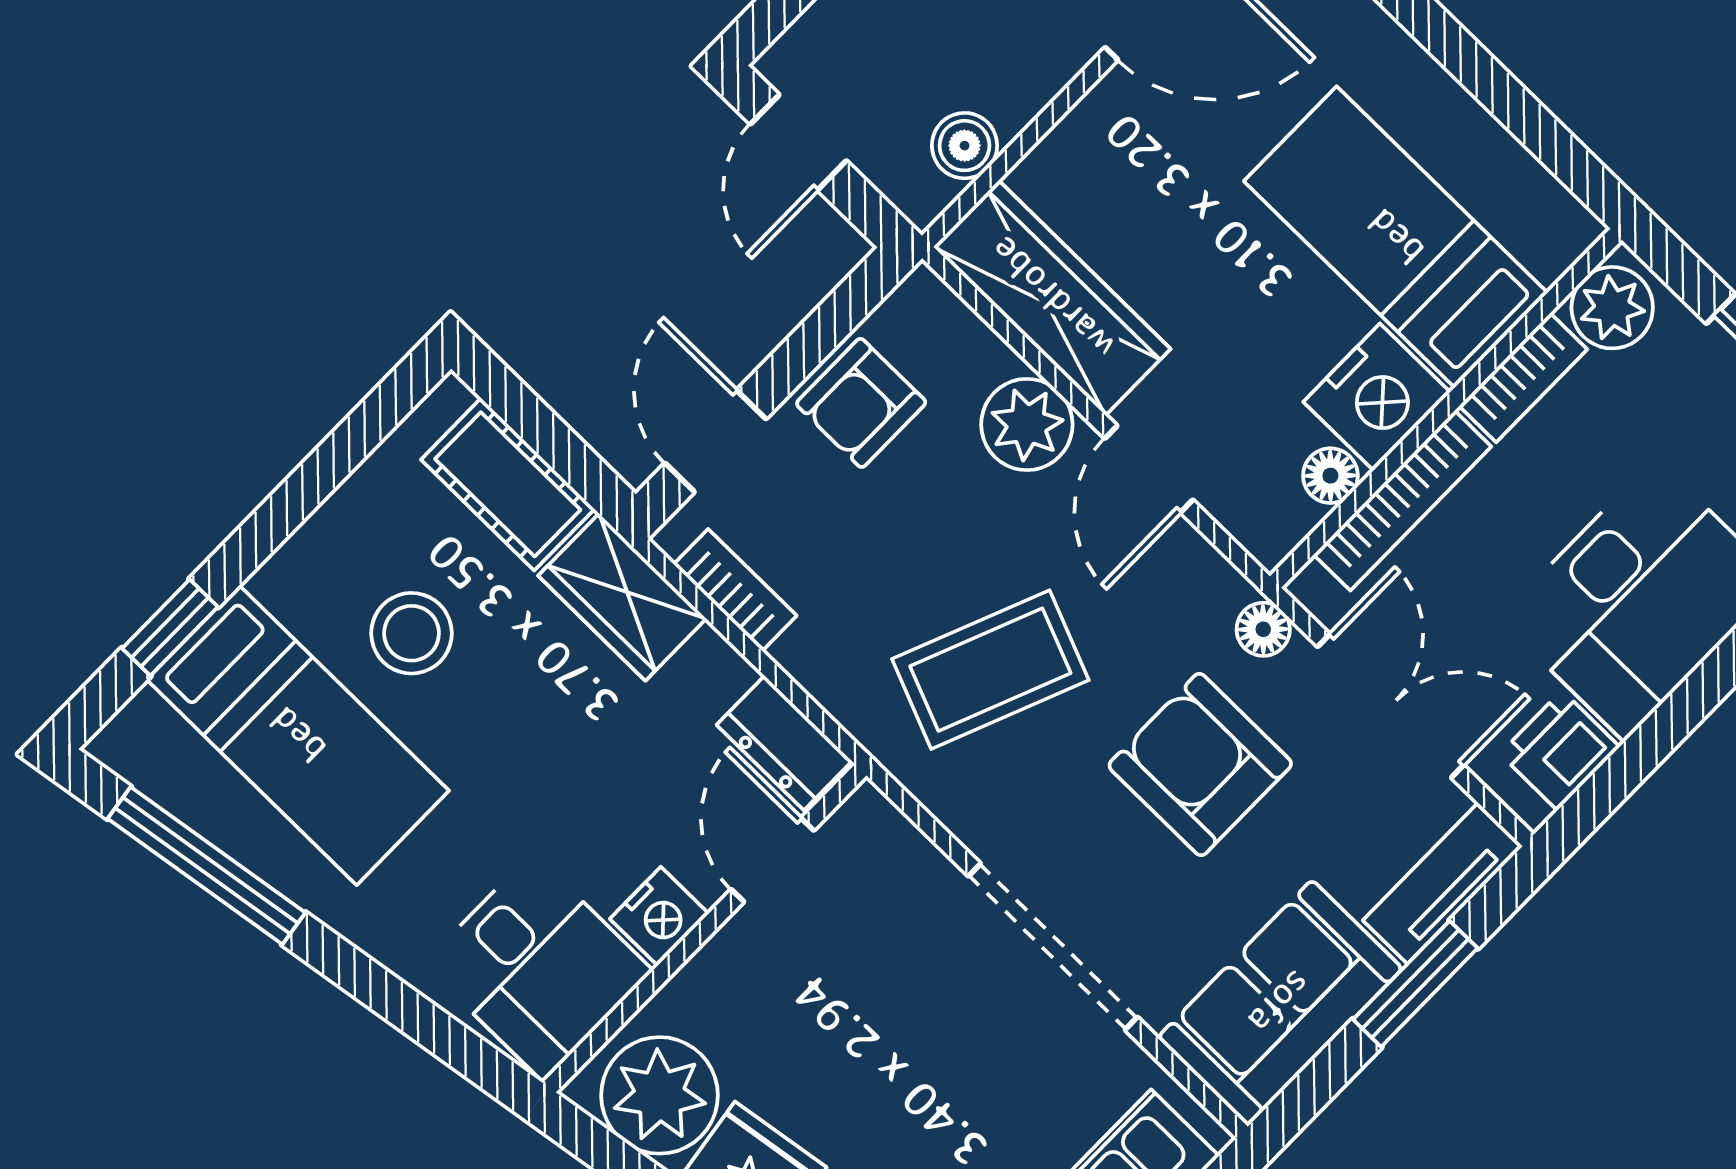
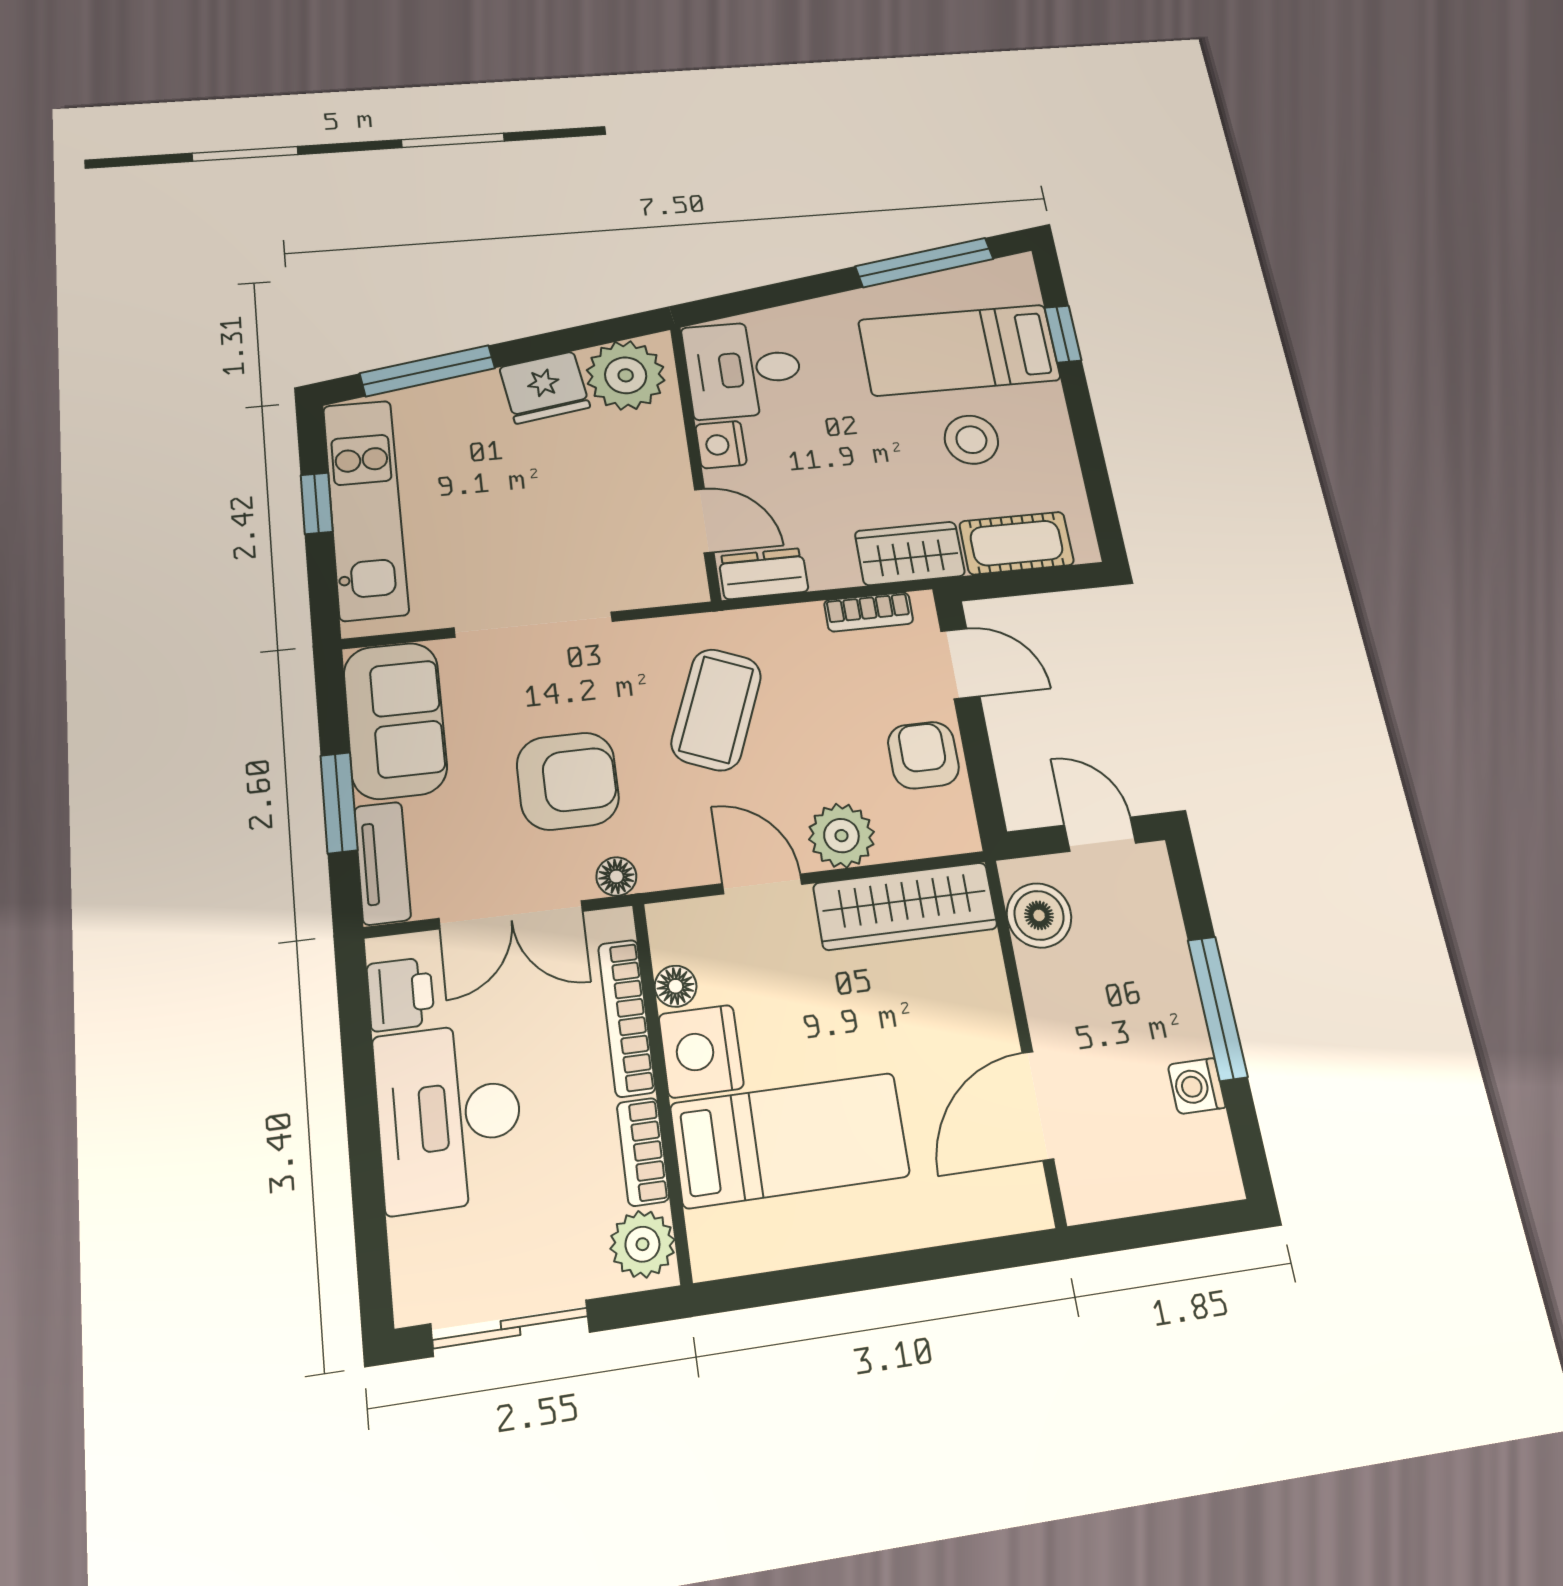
boiler: (964, 146) -> (1039, 915), width x1.36, depth x1.36

